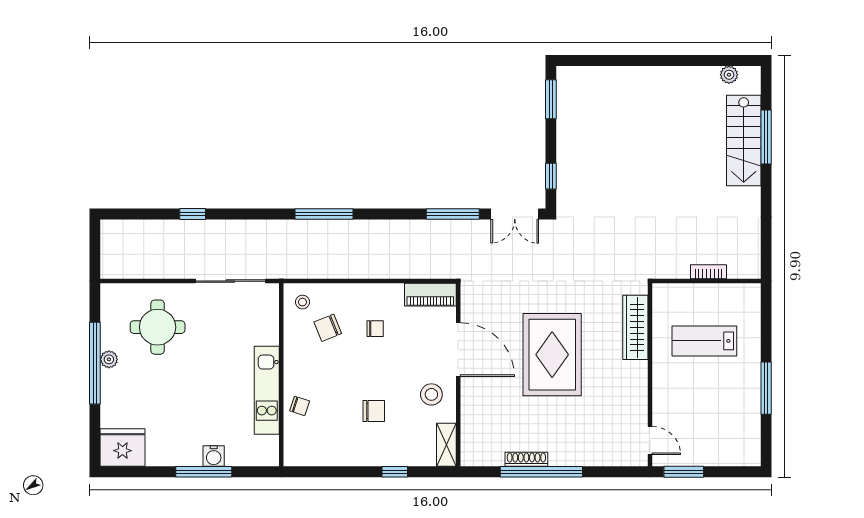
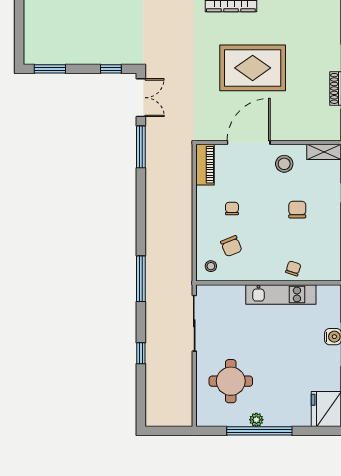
window: (324, 214) -> (141, 279), moved

